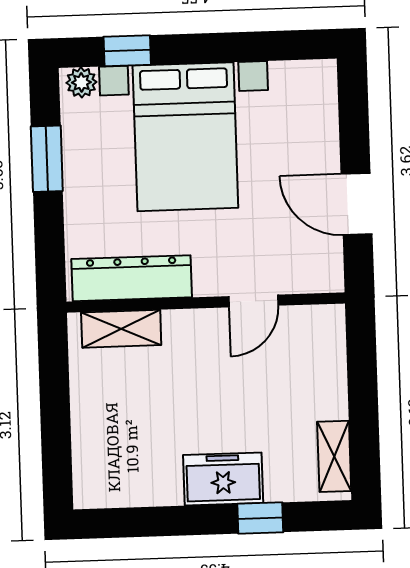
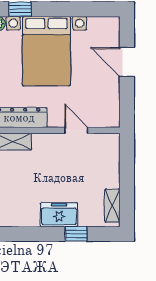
door: (357, 204) -> (127, 62), moved
door: (253, 301) -> (76, 130), swing flipped

